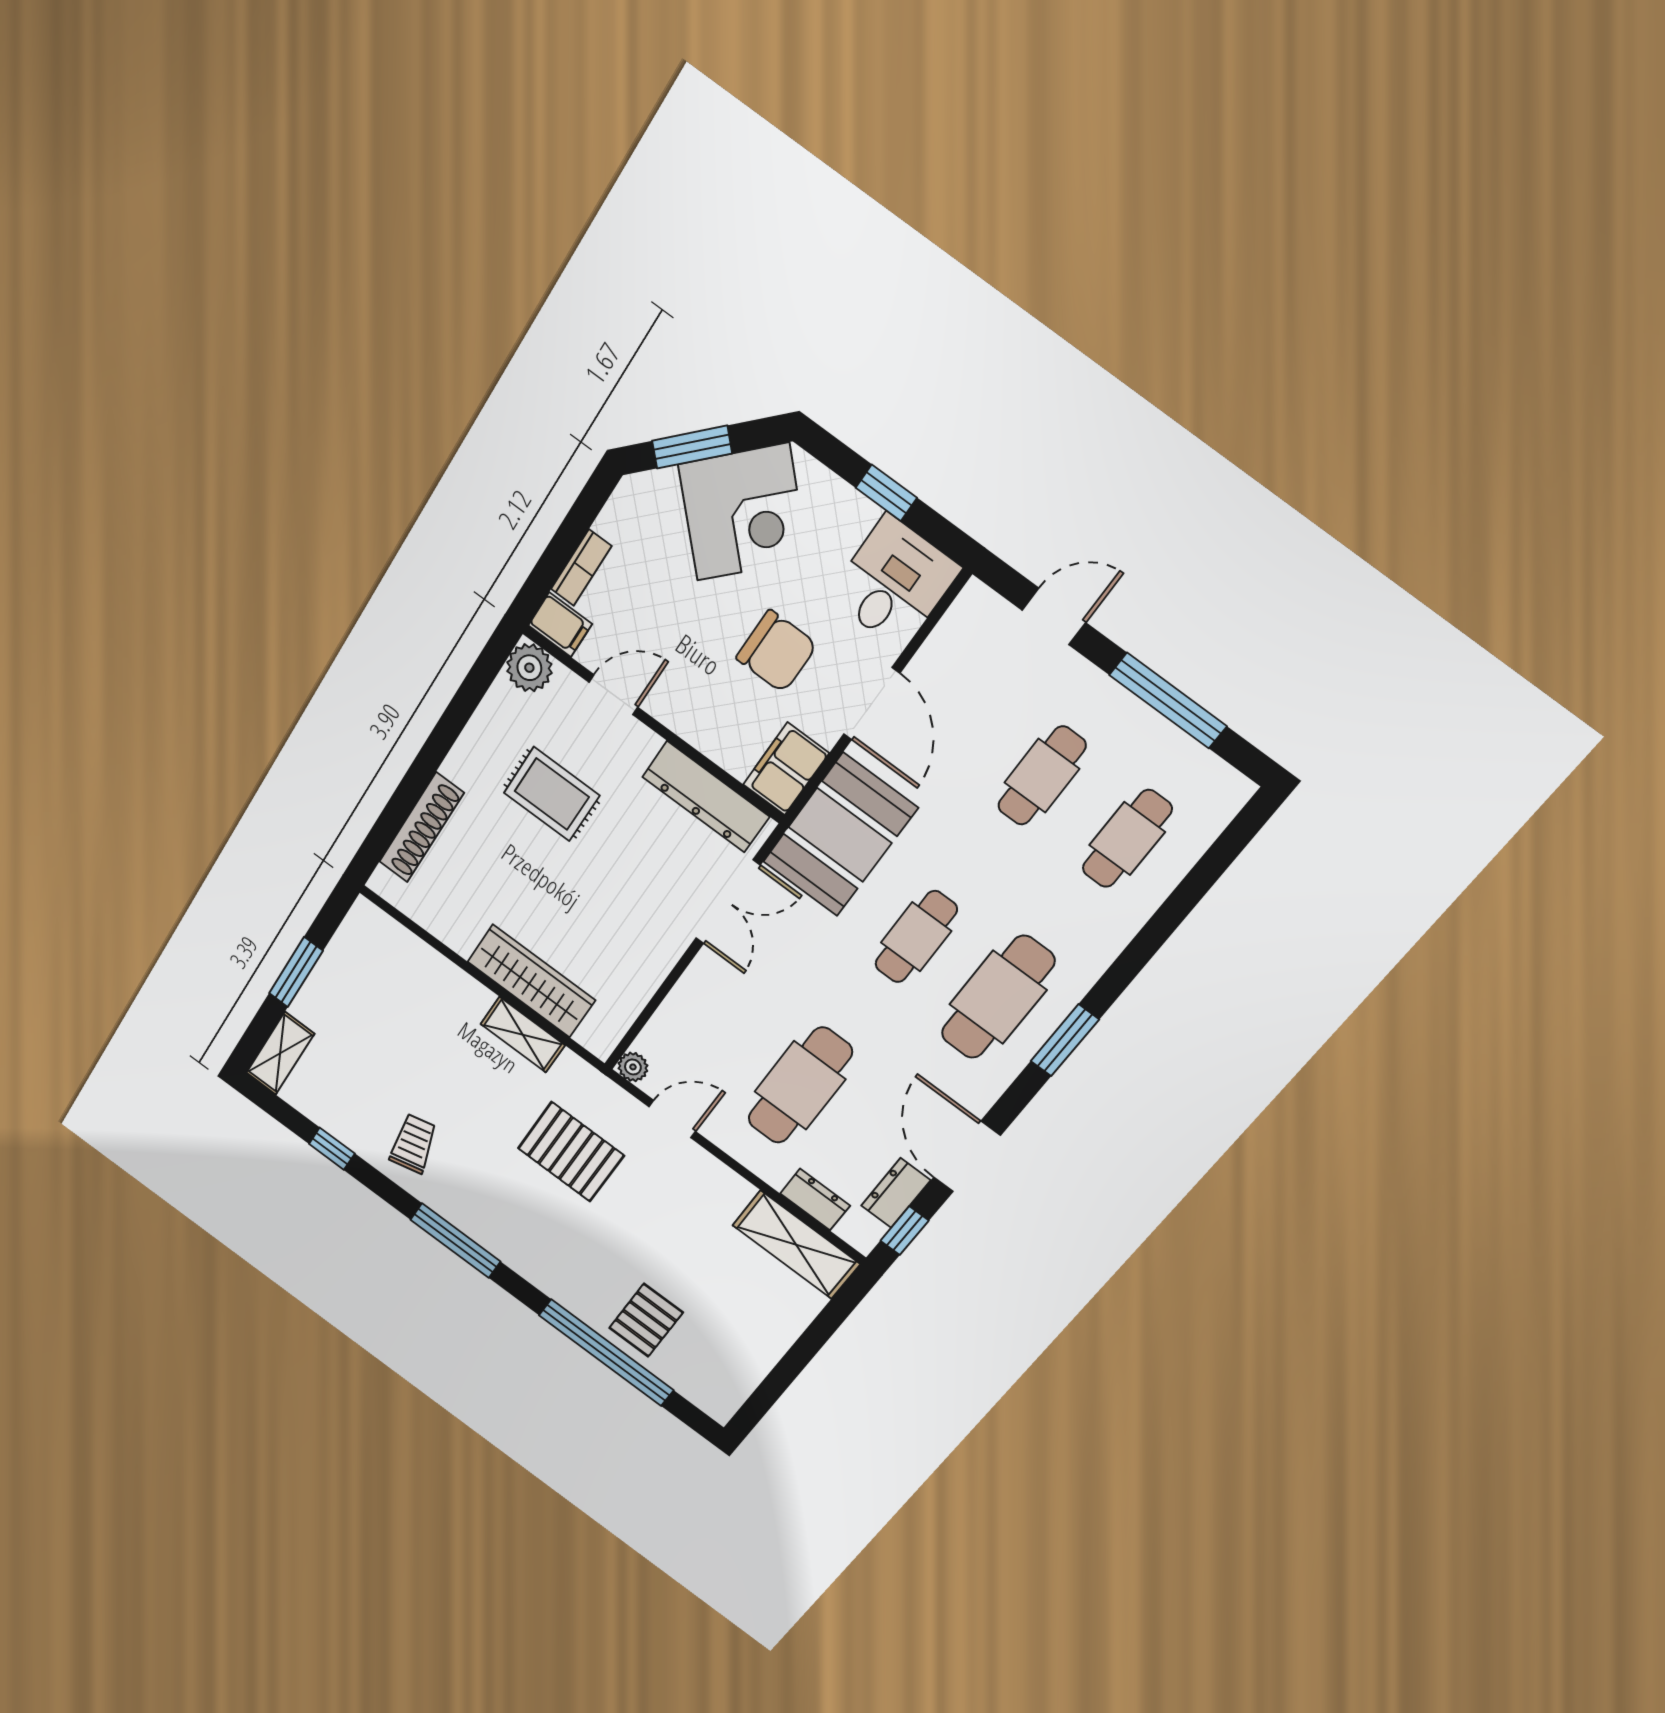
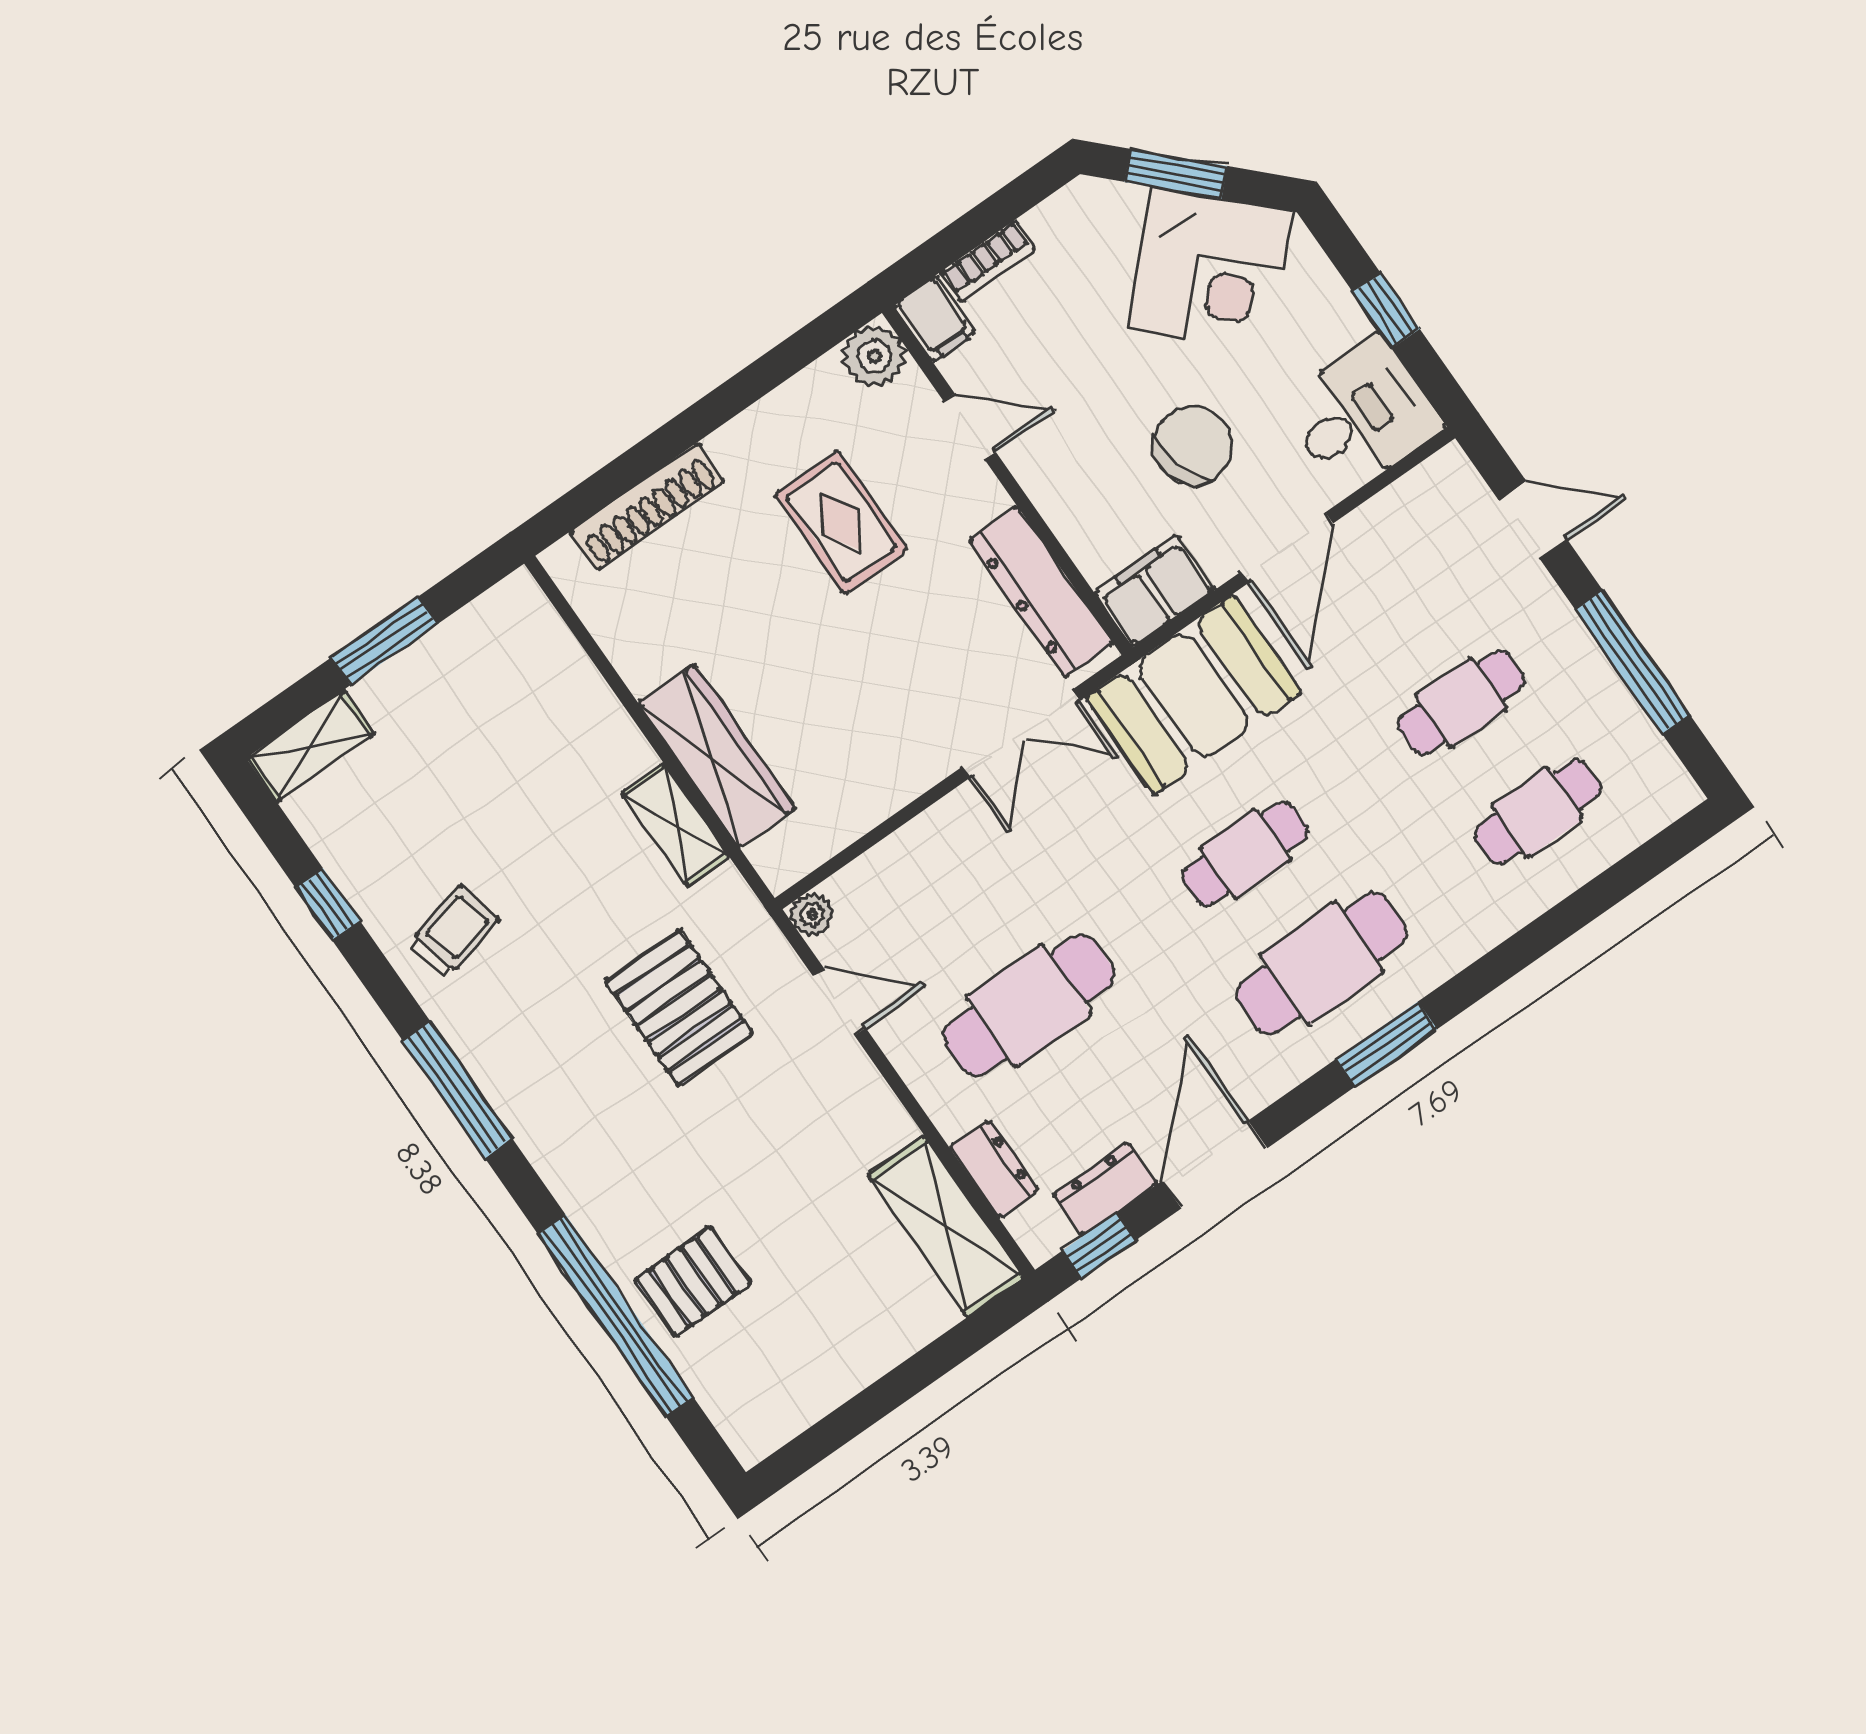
chair: (776, 651) -> (1193, 446), turned -107

